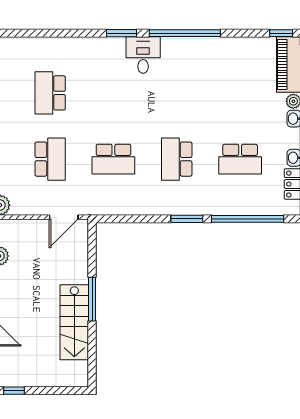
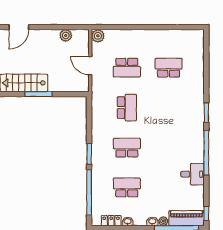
desk: (143, 55) -> (192, 174), moved
school desk: (113, 159) -> (127, 108), turned 180
school desk: (240, 159) -> (127, 187), turned 90
door: (64, 217) -> (90, 66), moved

